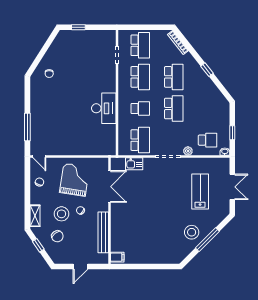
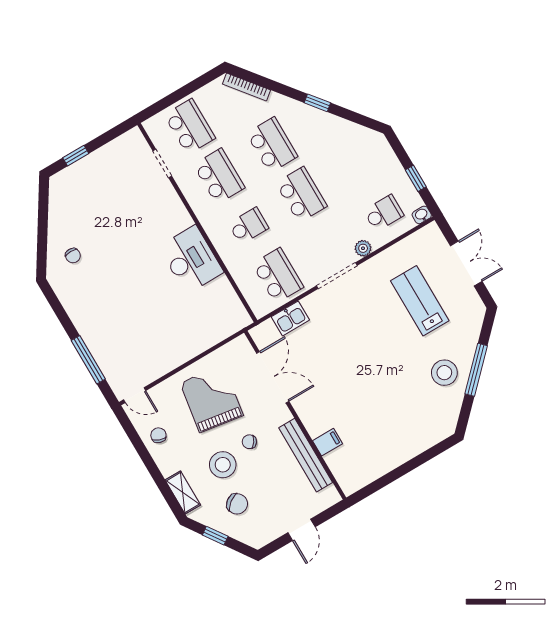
filing cabinet: (117, 257) -> (328, 442), moved

